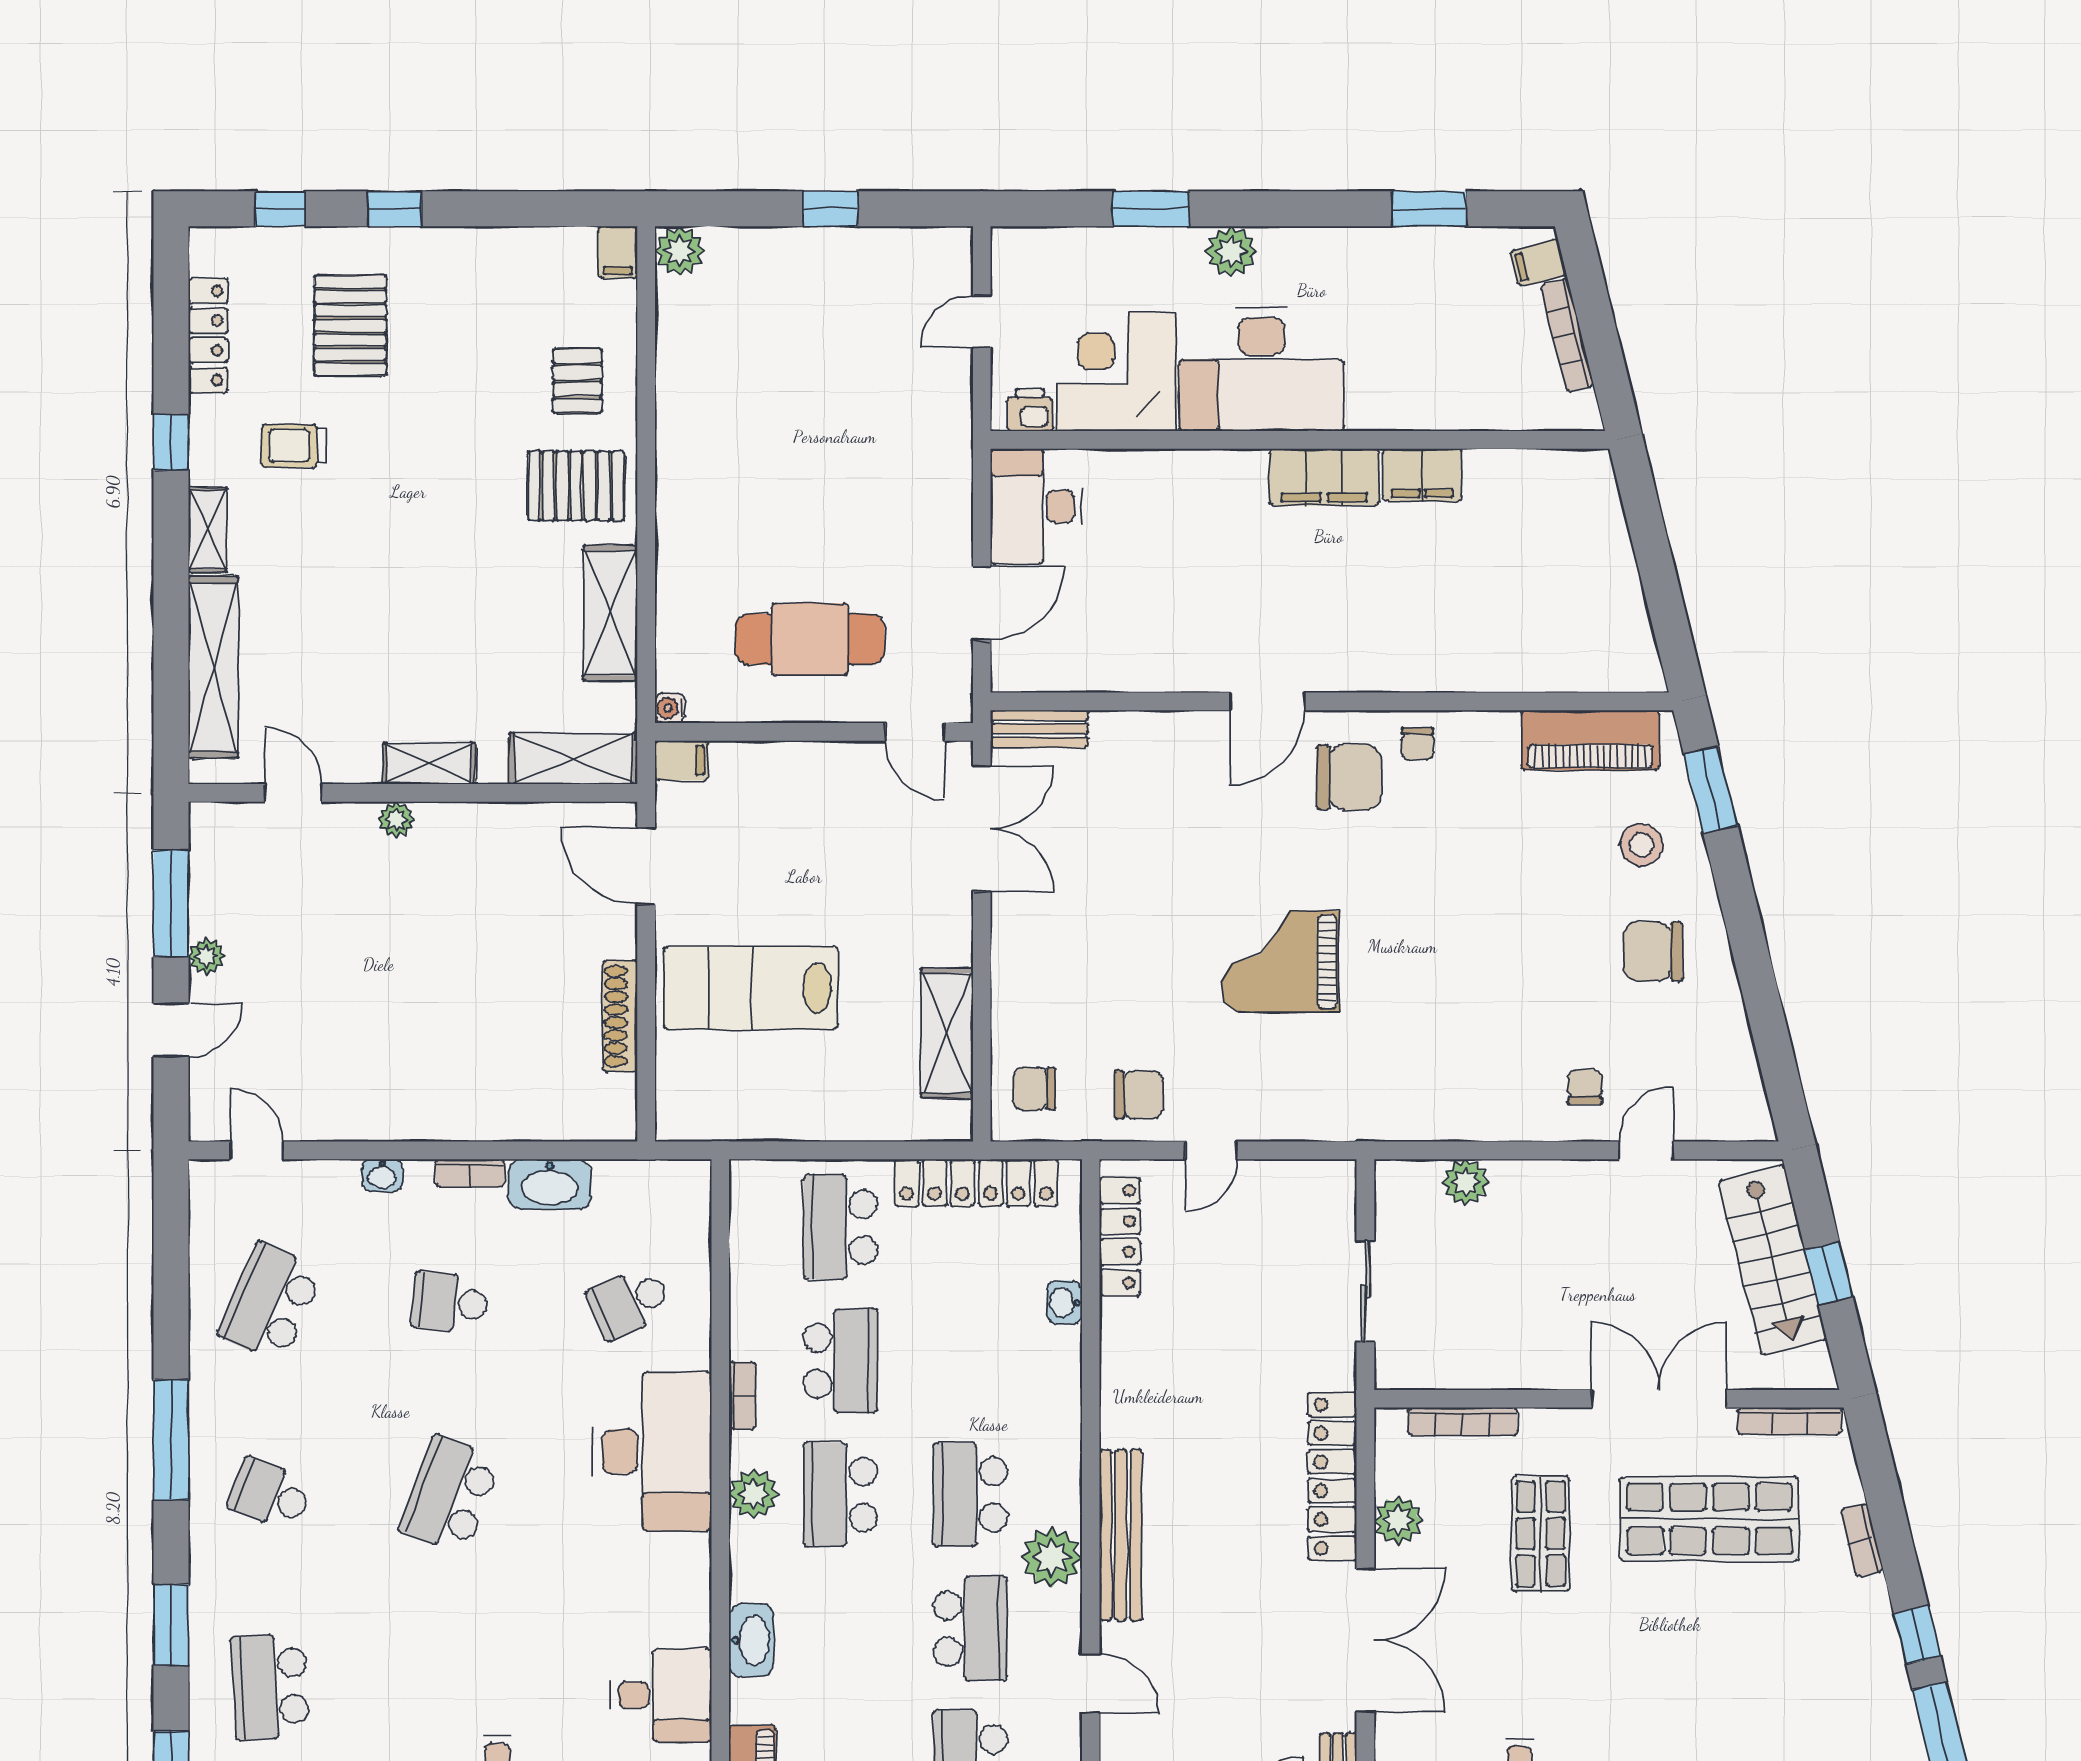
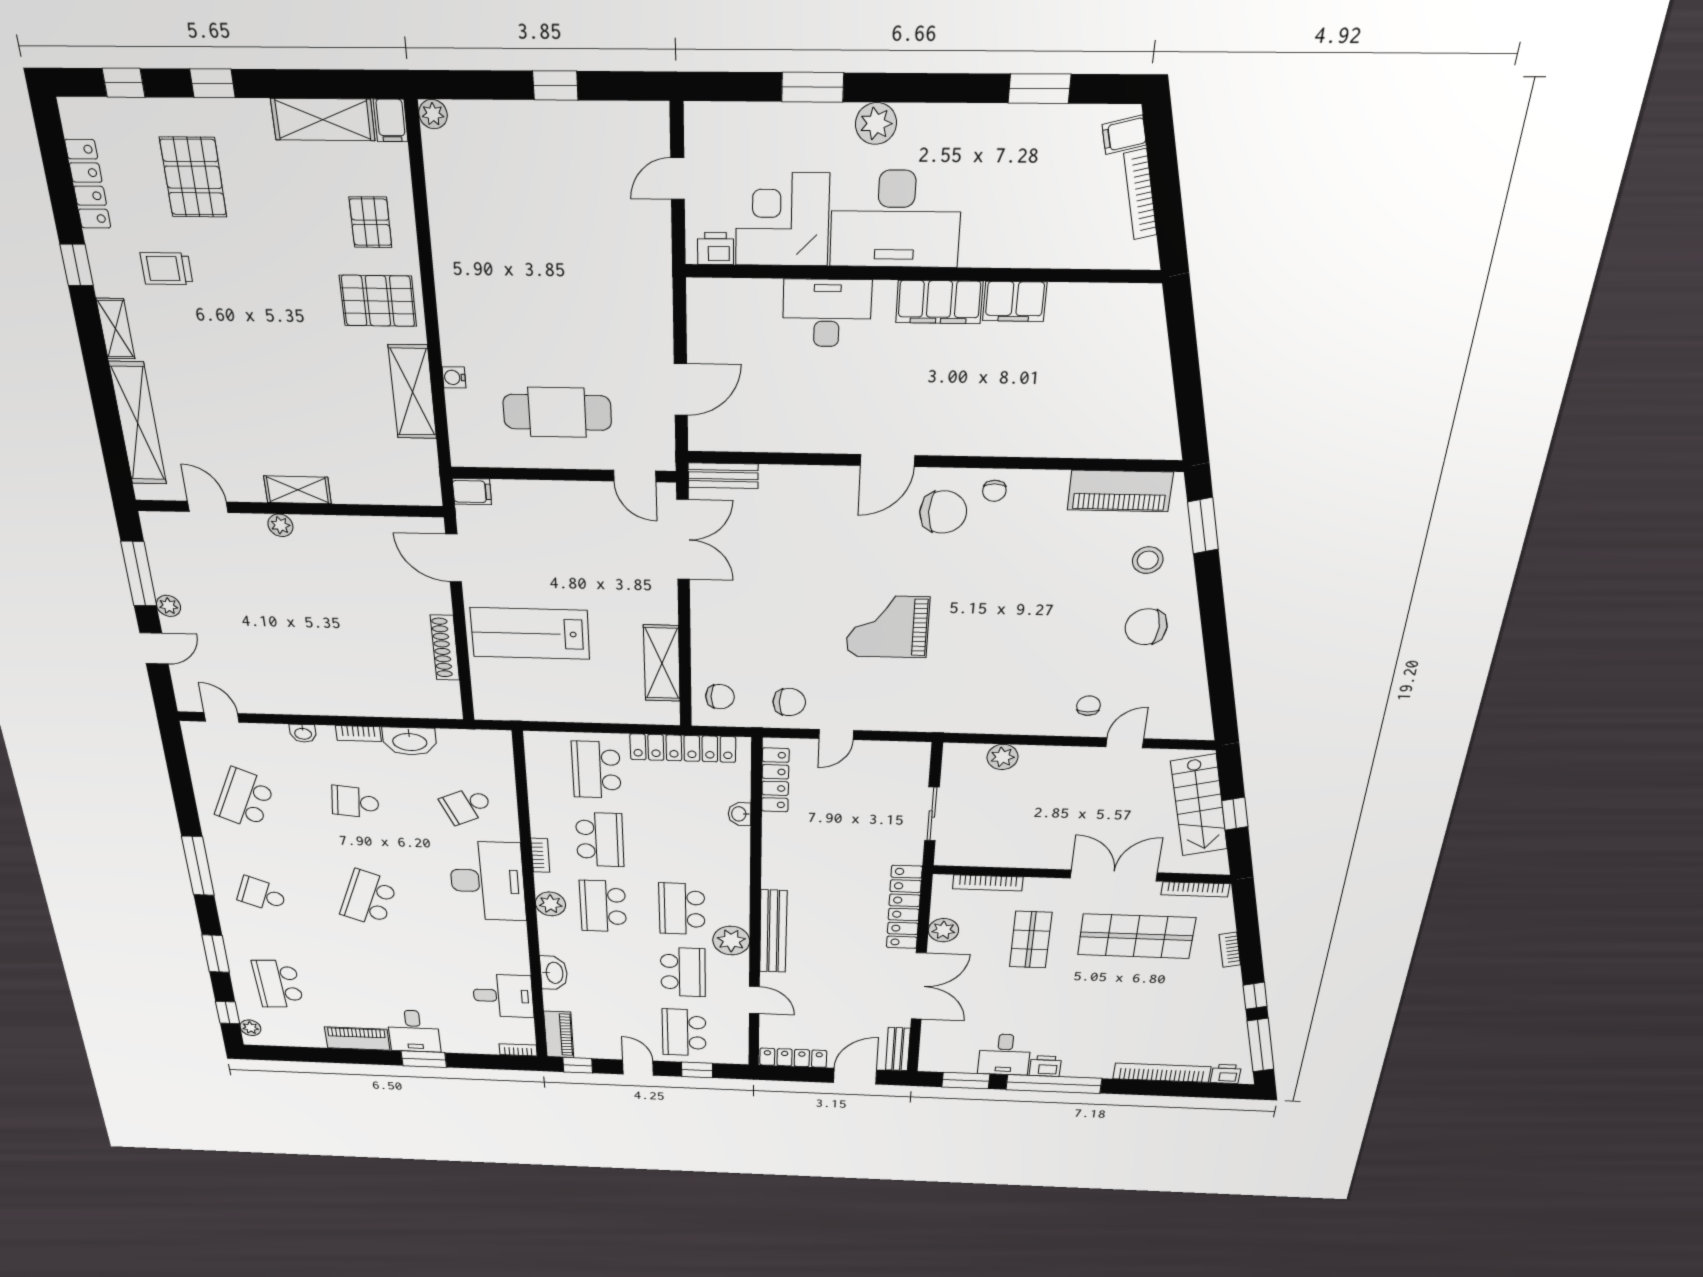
plant: (680, 251) -> (433, 114), width x0.73, depth x0.73
desk: (1036, 506) -> (827, 313), moved, turned 90
water cooler: (670, 708) -> (454, 377), moved
shelving: (573, 759) -> (323, 120), moved
chair: (1034, 1089) -> (720, 697), turned 180

